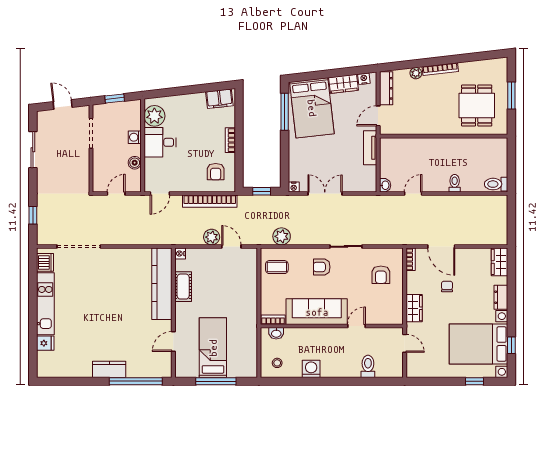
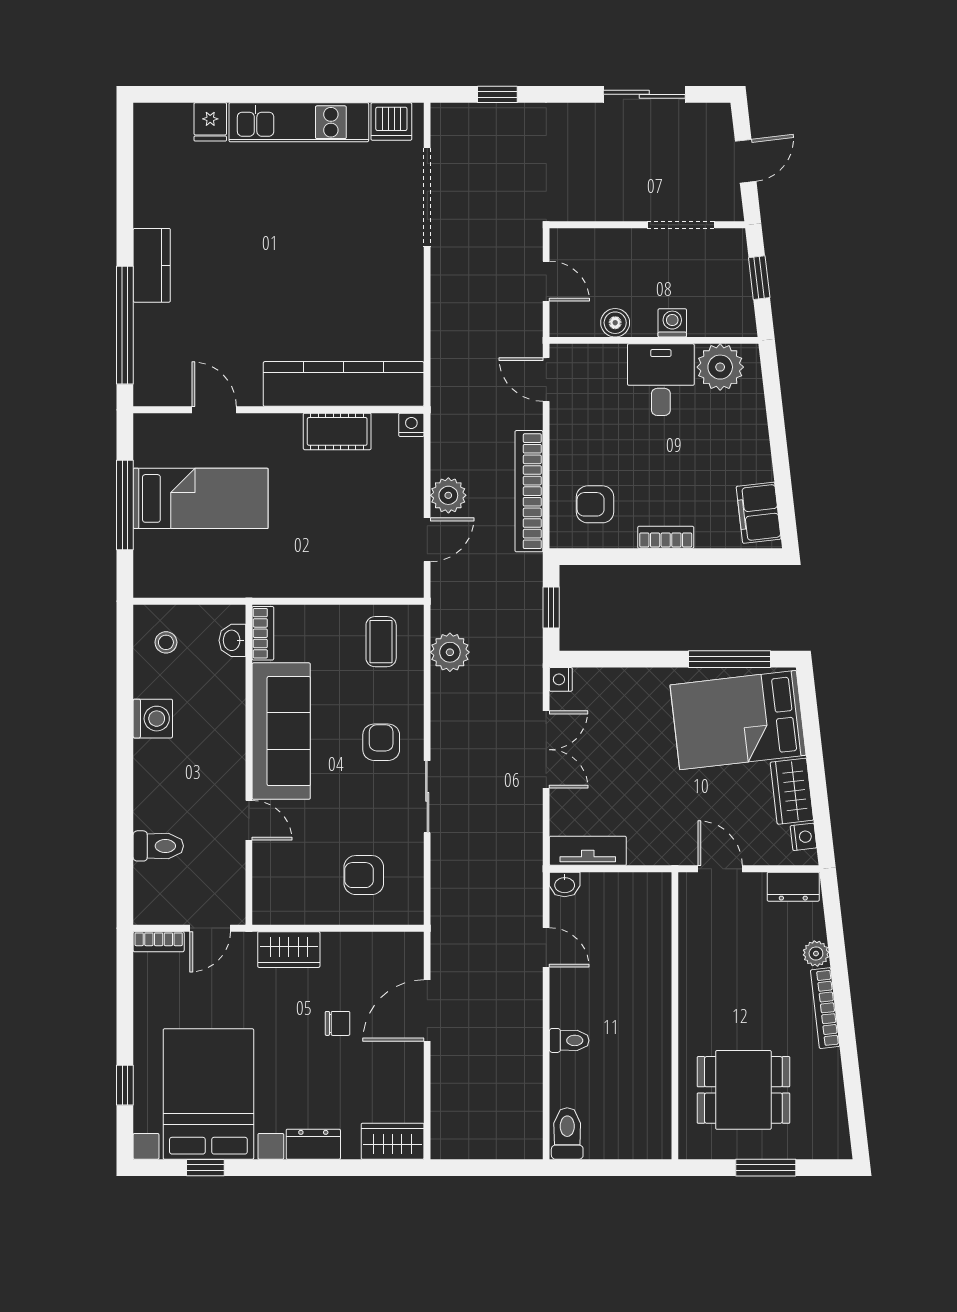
dresser: (386, 88) -> (793, 887), width x0.70
tv unit: (370, 148) -> (588, 851), moved
bookcase: (411, 259) -> (159, 942), moved

